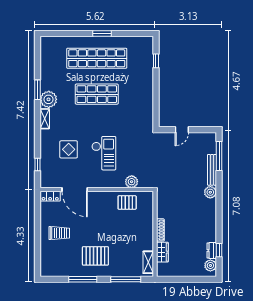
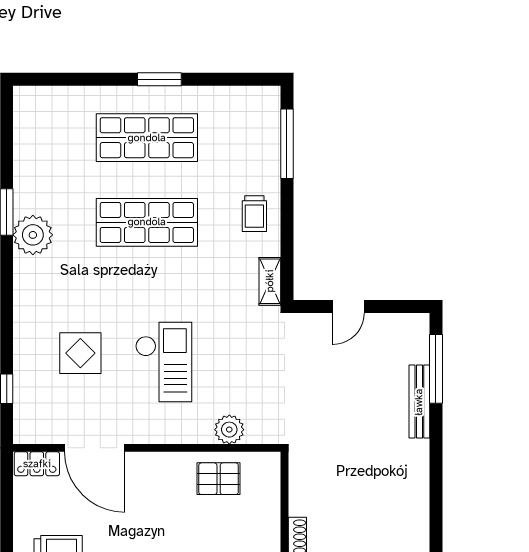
shop shelf: (97, 58) -> (147, 138), width x0.71
window: (156, 61) -> (287, 144), width x2.17
trolley: (142, 90) -> (254, 214), added
shelving: (45, 119) -> (270, 281), moved
plant: (210, 192) -> (415, 454), removed

